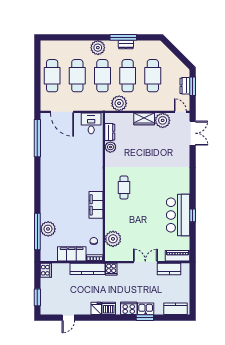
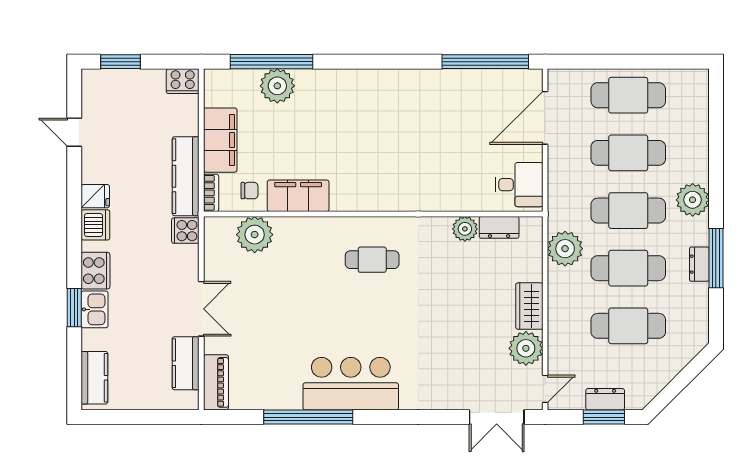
filing cabinet: (96, 205) -> (298, 196), moved
bar counter: (178, 215) -> (351, 384), moved
window: (193, 215) -> (308, 417), width x3.17

